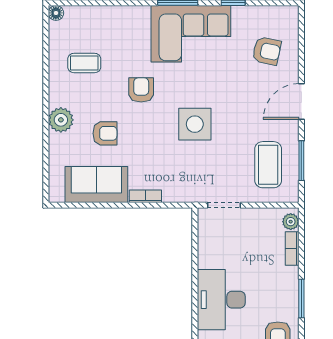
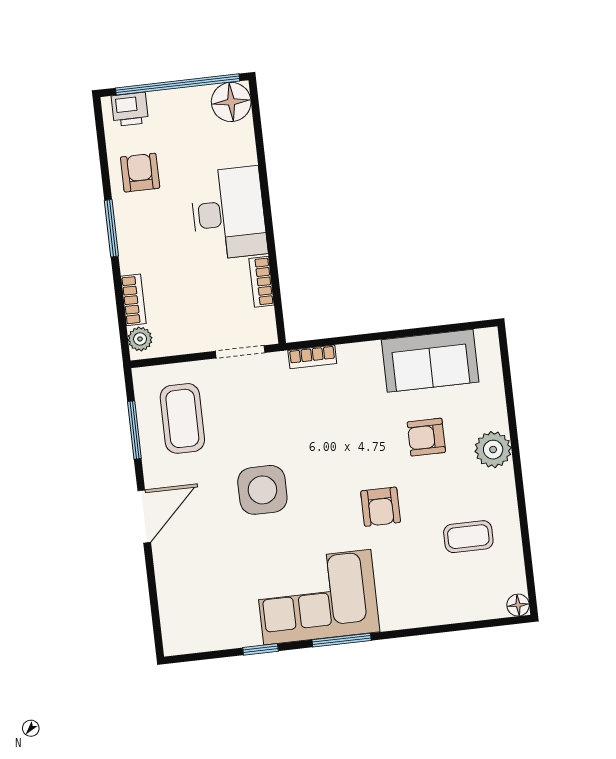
armchair: (267, 51) -> (204, 585), removed
side table: (195, 124) -> (262, 490), moved
bookcase: (145, 196) -> (312, 357), moved
bookcase: (204, 251) -> (262, 282), added

